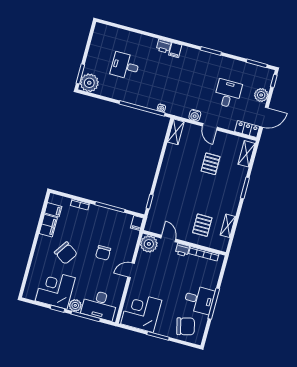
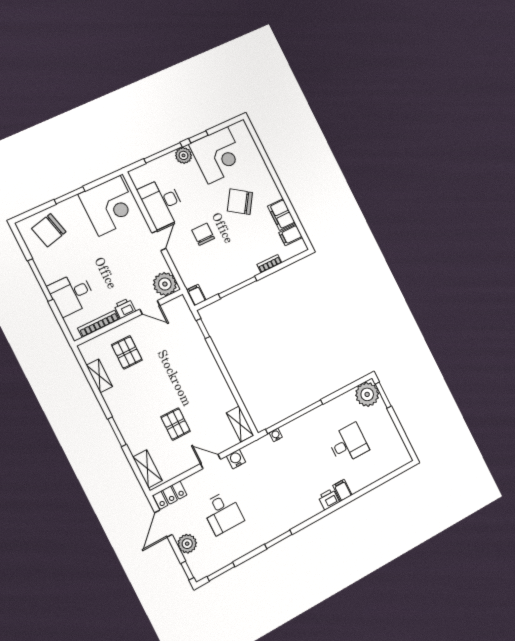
filing cabinet: (175, 50) -> (342, 490), moved
desk: (199, 300) -> (72, 294), moved
desk: (99, 305) -> (162, 203), moved, turned -90

